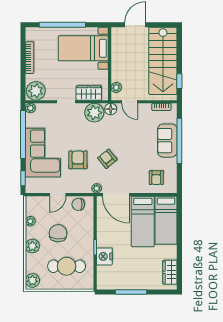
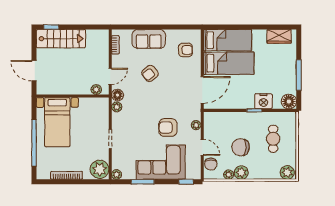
stairs: (163, 61) -> (61, 39), width x0.73, depth x0.66
window: (179, 81) -> (51, 27), moved
wardrobe: (89, 93) -> (102, 117), removed
plant: (94, 113) -> (117, 107), width x0.53, depth x0.53
window: (23, 134) -> (143, 182), width x0.47
window: (179, 141) -> (149, 27), removed
armchair: (107, 159) -> (150, 73), moved
plant: (97, 188) -> (196, 125), moved
chair: (78, 204) -> (211, 164), moved
plant: (32, 246) -> (241, 173), moved
cafe table: (67, 266) -> (273, 139), width x0.73, depth x0.74
floor lamp: (104, 282) -> (289, 101), added

